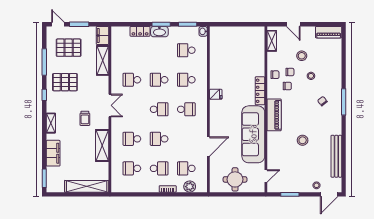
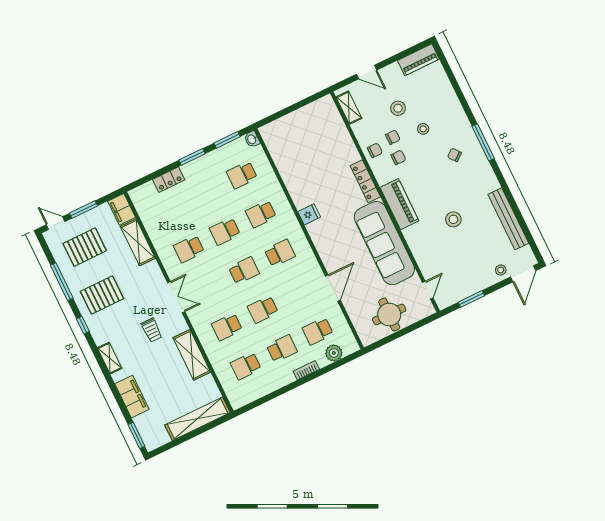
washbasin: (159, 32) -> (194, 168), removed

